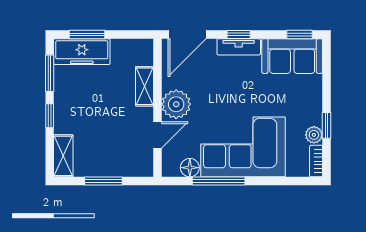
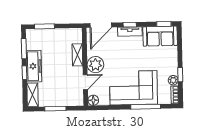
freezer: (82, 52) -> (34, 66), moved, turned -90
floor lamp: (190, 168) -> (93, 100), moved
window: (219, 181) -> (146, 107), moved

